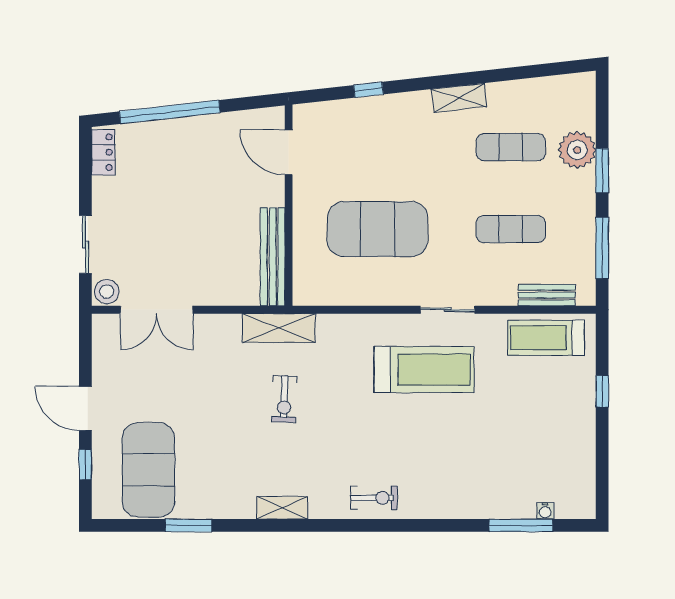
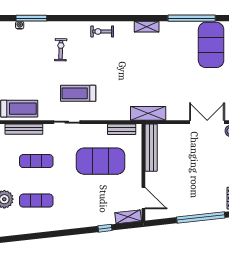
shelving: (459, 98) -> (128, 217), moved
bench: (334, 295) -> (122, 129), added
bench: (547, 295) -> (24, 129), width x1.36
treadmill: (424, 370) -> (78, 93), width x0.73, depth x0.73
exercise bike: (284, 399) -> (61, 50), moved
window: (189, 525) -> (192, 18), width x2.11

